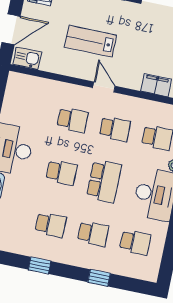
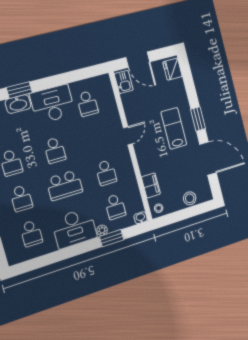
lab bench: (91, 41) -> (174, 128), moved
door: (104, 87) -> (128, 136), moved
school desk: (73, 120) -> (87, 104), moved

